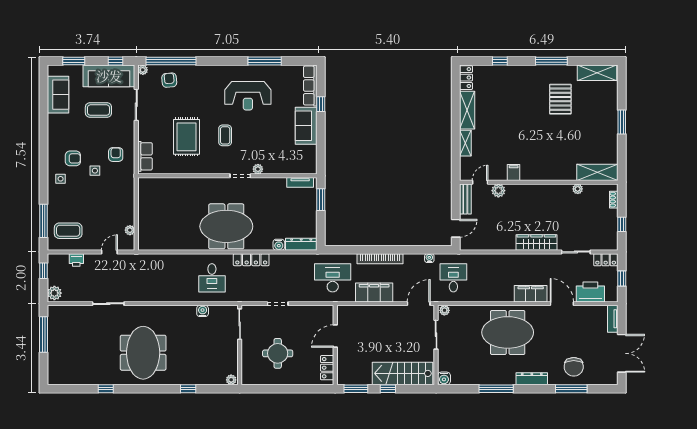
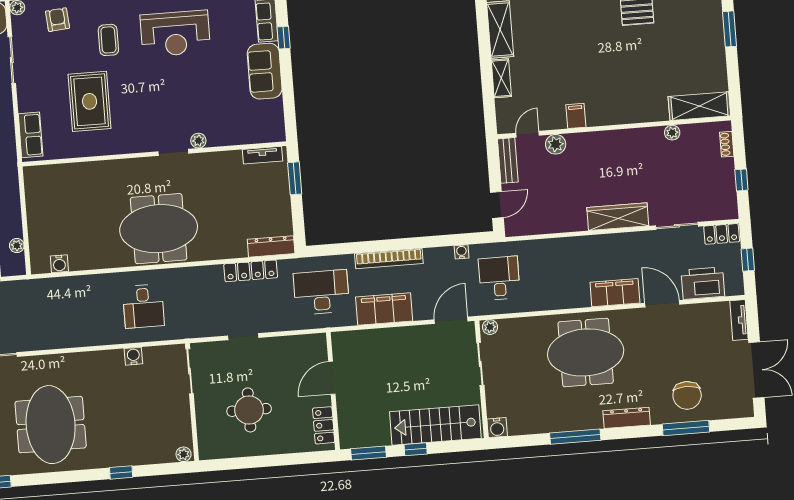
coffee table: (225, 135) -> (108, 40), moved
water cooler: (279, 245) -> (59, 264), moved
locker: (251, 260) -> (251, 271), moved

